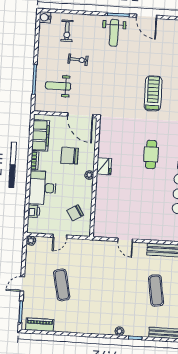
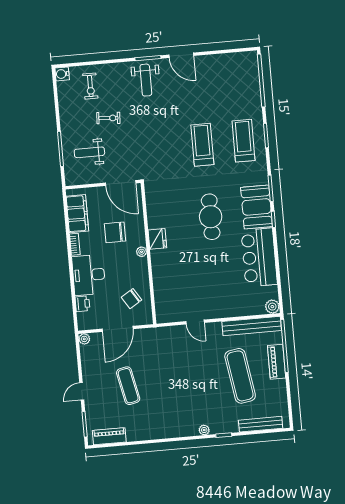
cafe table: (151, 154) -> (211, 217), width x1.37, depth x1.35
door: (60, 236) -> (118, 329), width x1.87
exercise mat: (156, 291) -> (240, 376), width x1.36, depth x1.45

